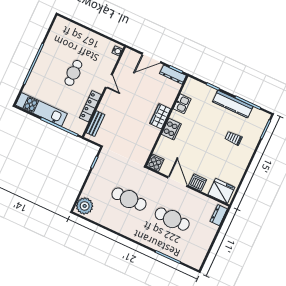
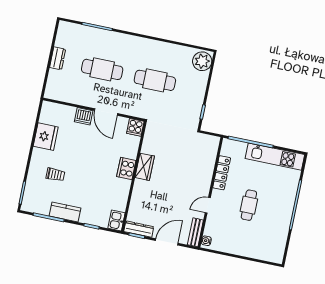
door: (109, 81) -> (208, 205), hinge flipped
kitchen sink: (182, 104) -> (116, 221), moved
kitchen counter: (233, 104) -> (65, 212), width x0.67
wardrobe: (160, 116) -> (145, 167), moved
bench: (95, 124) -> (195, 232), moved
fridge: (221, 191) -> (46, 137), moved, turned -90
dresser: (219, 215) -> (58, 58), moved

